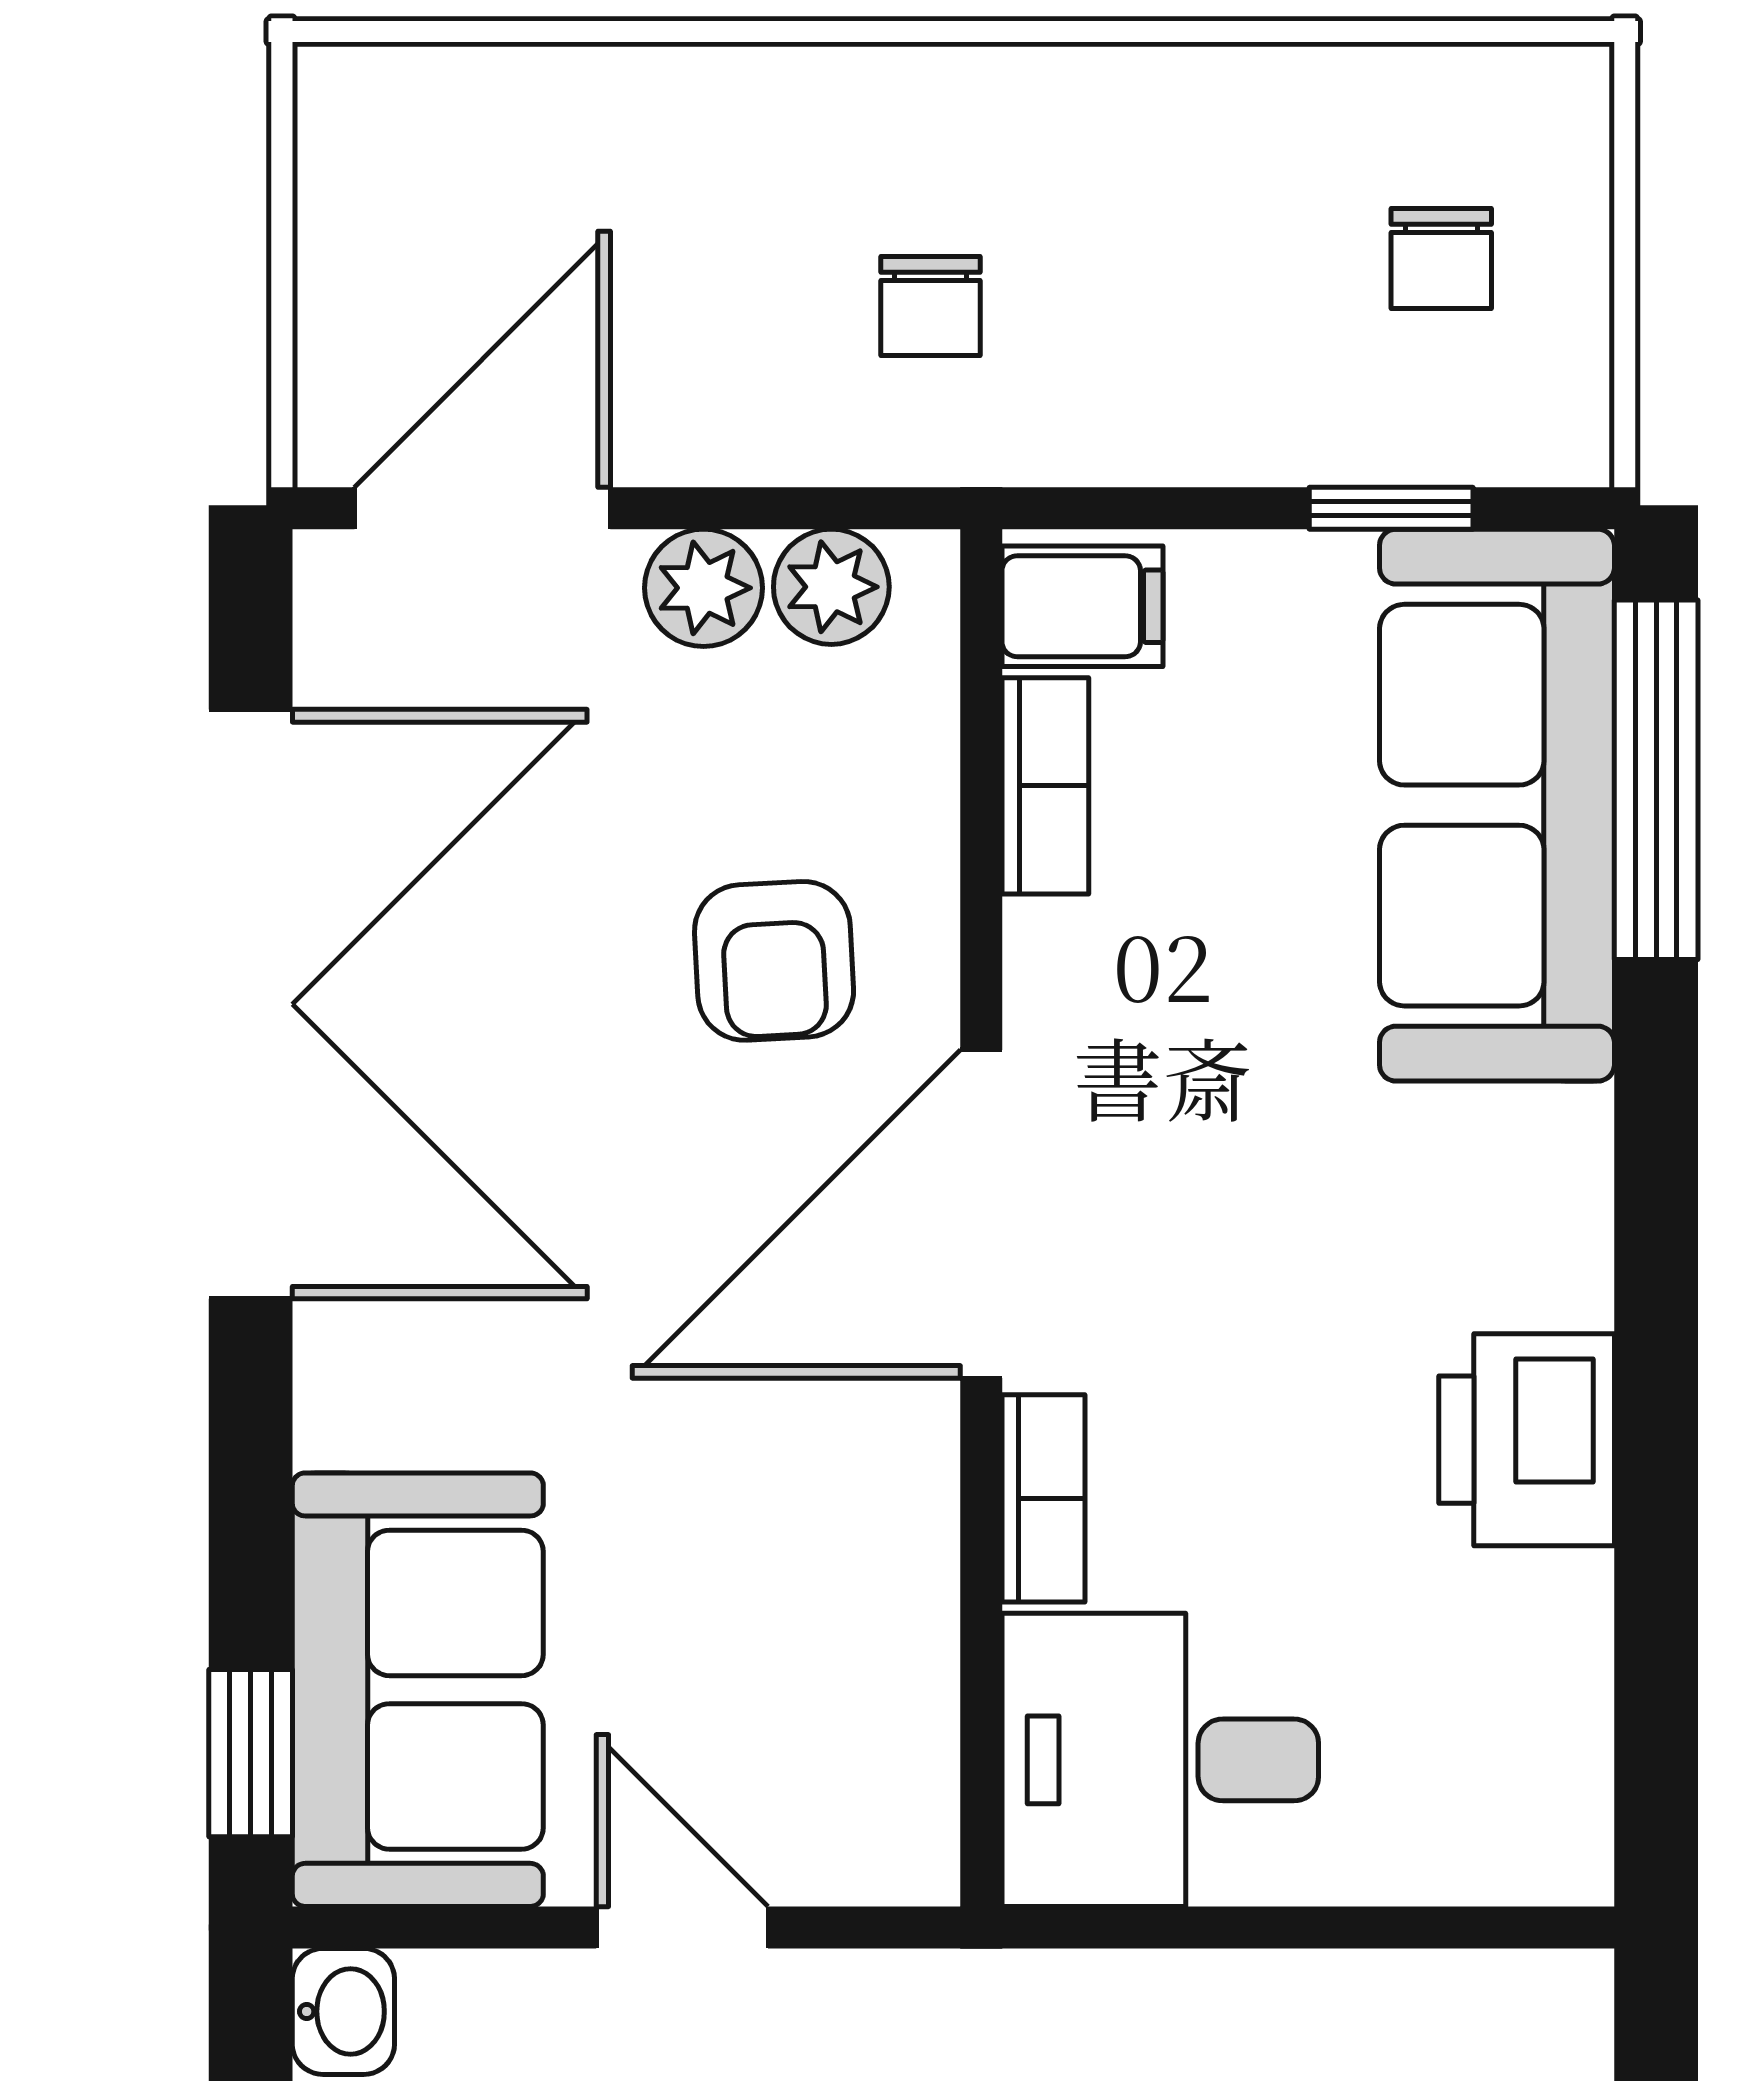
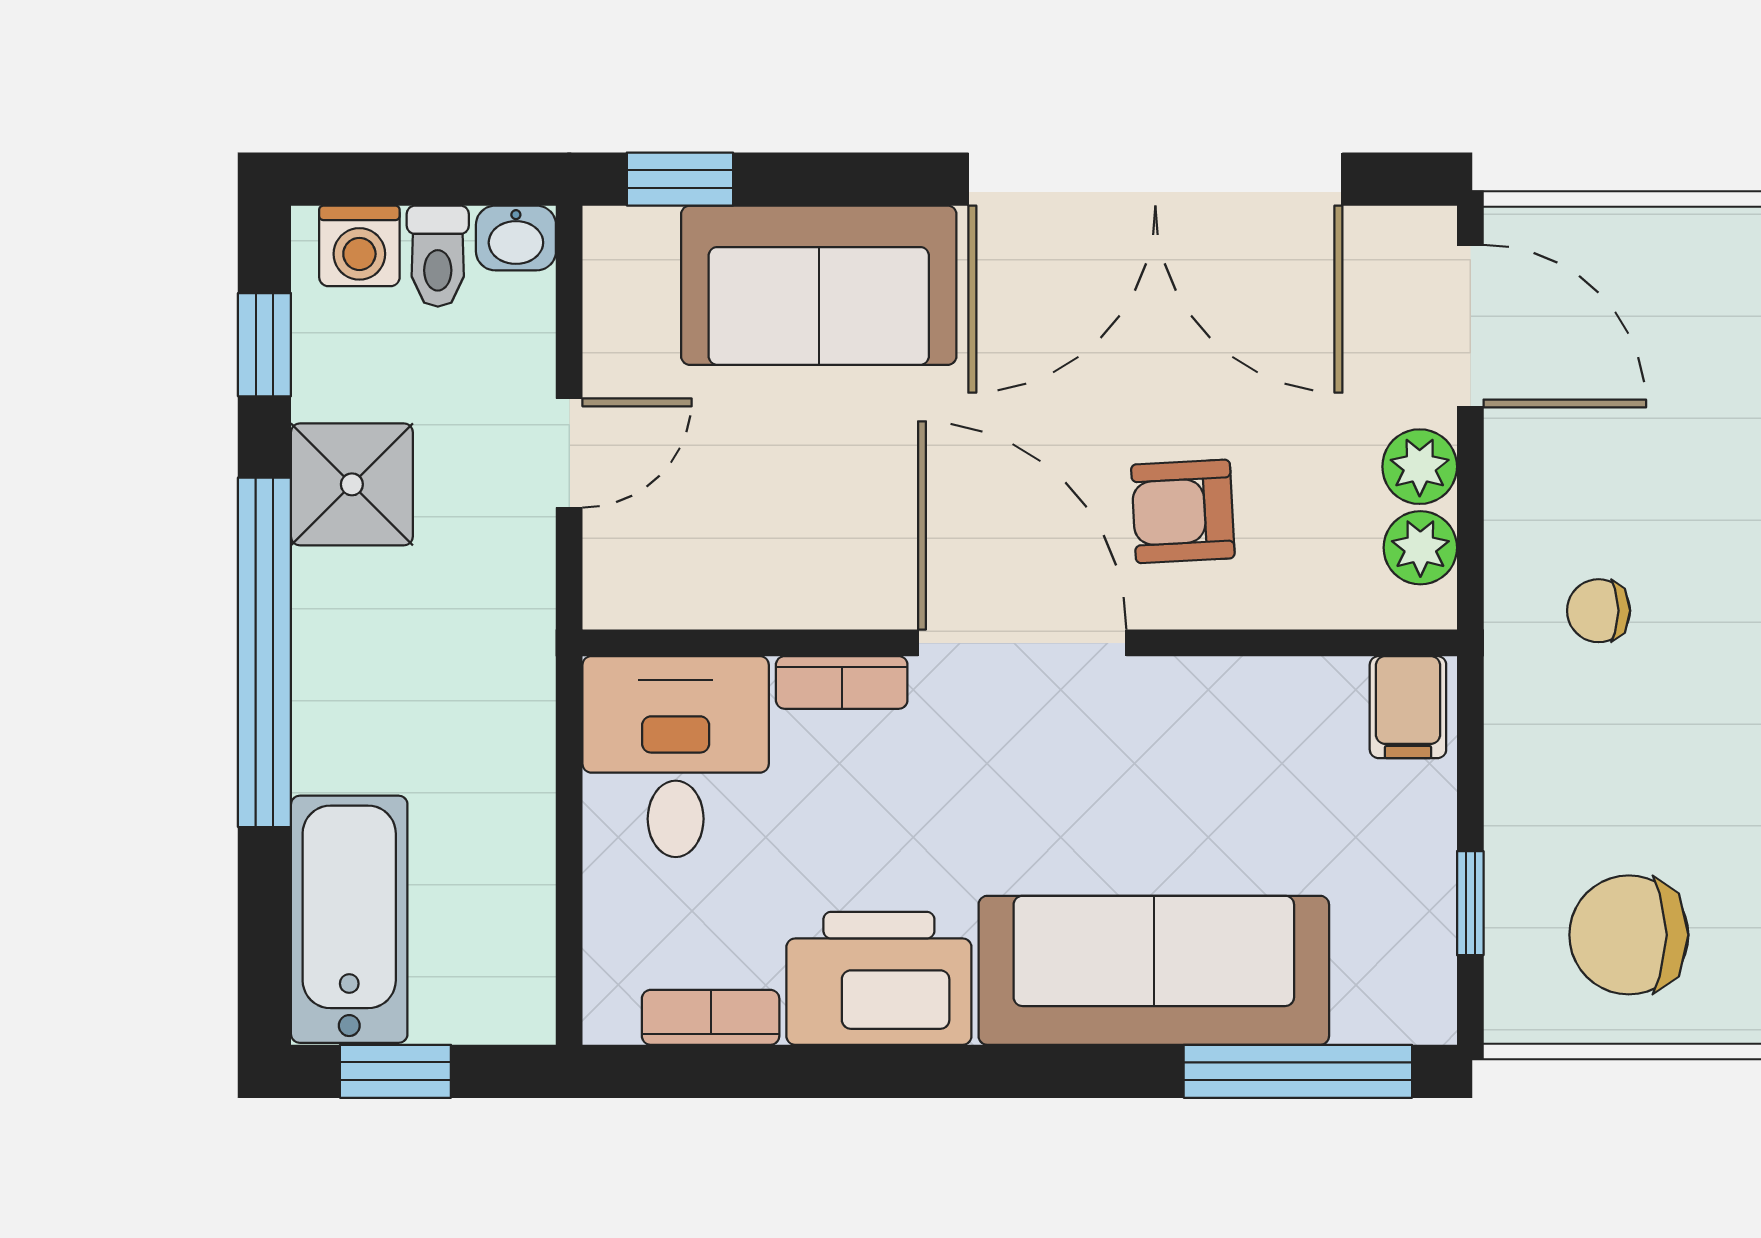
chair: (1441, 258) -> (1629, 935), width x1.87, depth x1.87
bookcase: (1045, 786) -> (711, 1017), moved, turned 180
sofa: (1497, 805) -> (1154, 970), moved
printer: (1527, 1440) -> (879, 978), width x1.37, depth x1.19
sofa: (418, 1690) -> (819, 285), moved

